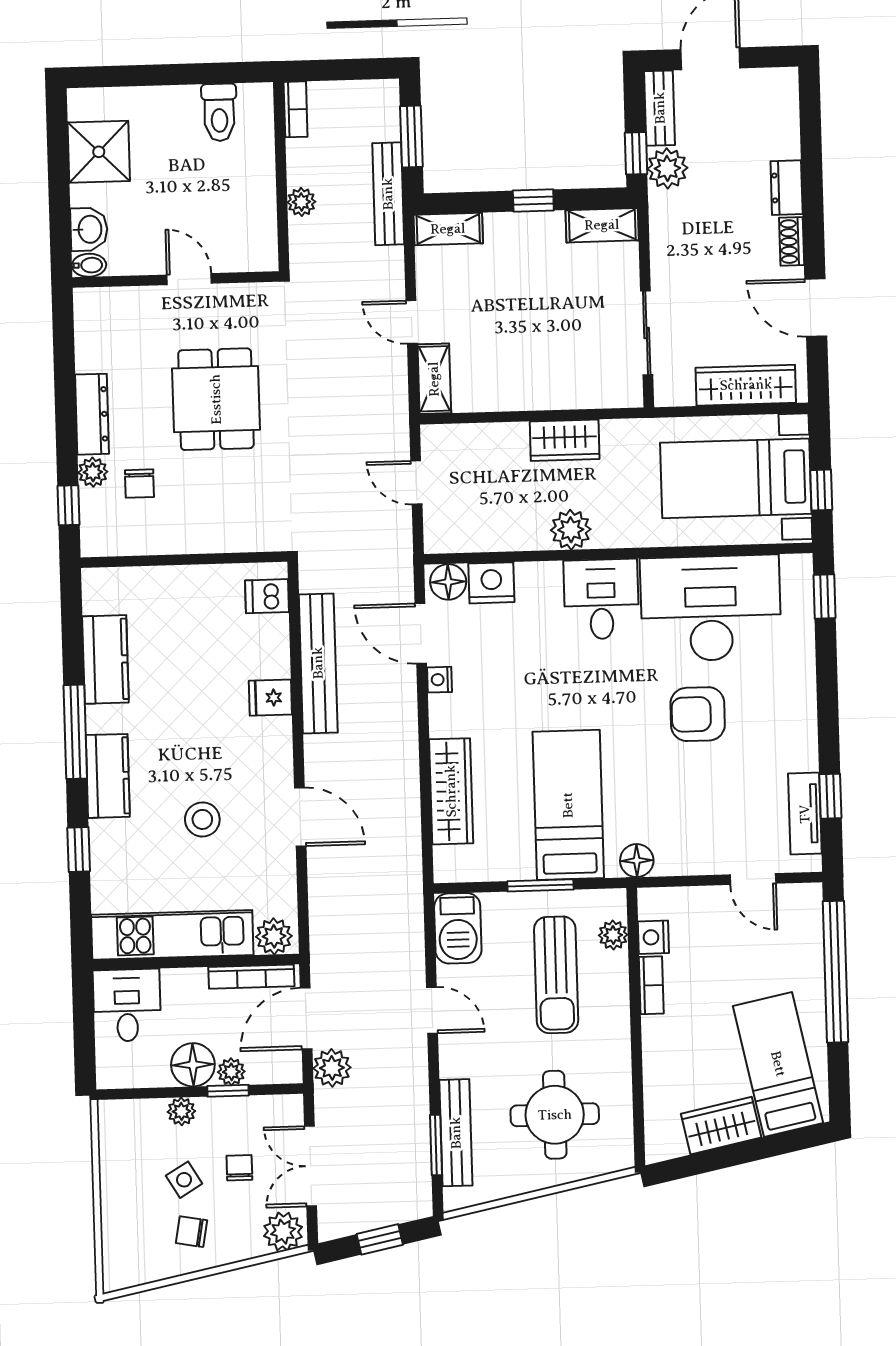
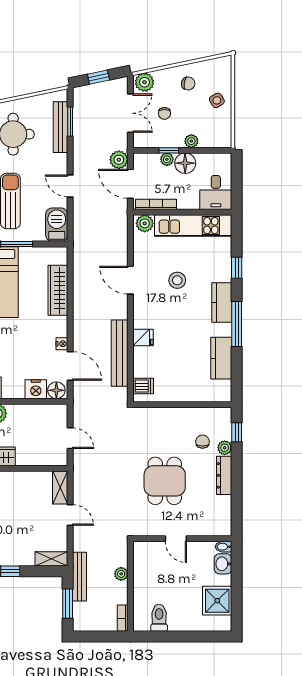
door: (306, 1018) -> (130, 184), swing flipped
side table: (184, 1180) -> (217, 100), moved

